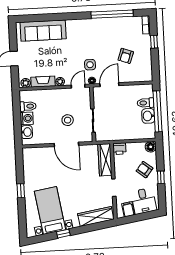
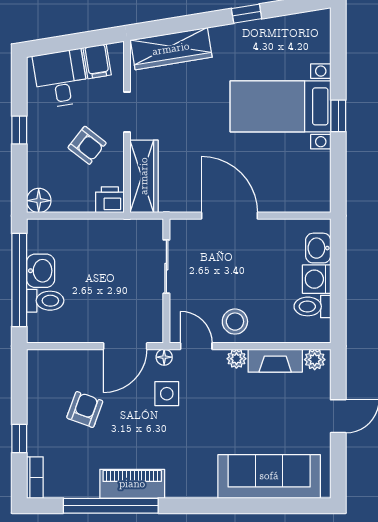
piano: (103, 24) -> (132, 484), added
door: (78, 86) -> (196, 346), swing flipped
stool: (68, 120) -> (235, 322), moved
armchair: (144, 170) -> (87, 145), moved
bed with nightstands: (50, 210) -> (280, 106), moved, turned 99

